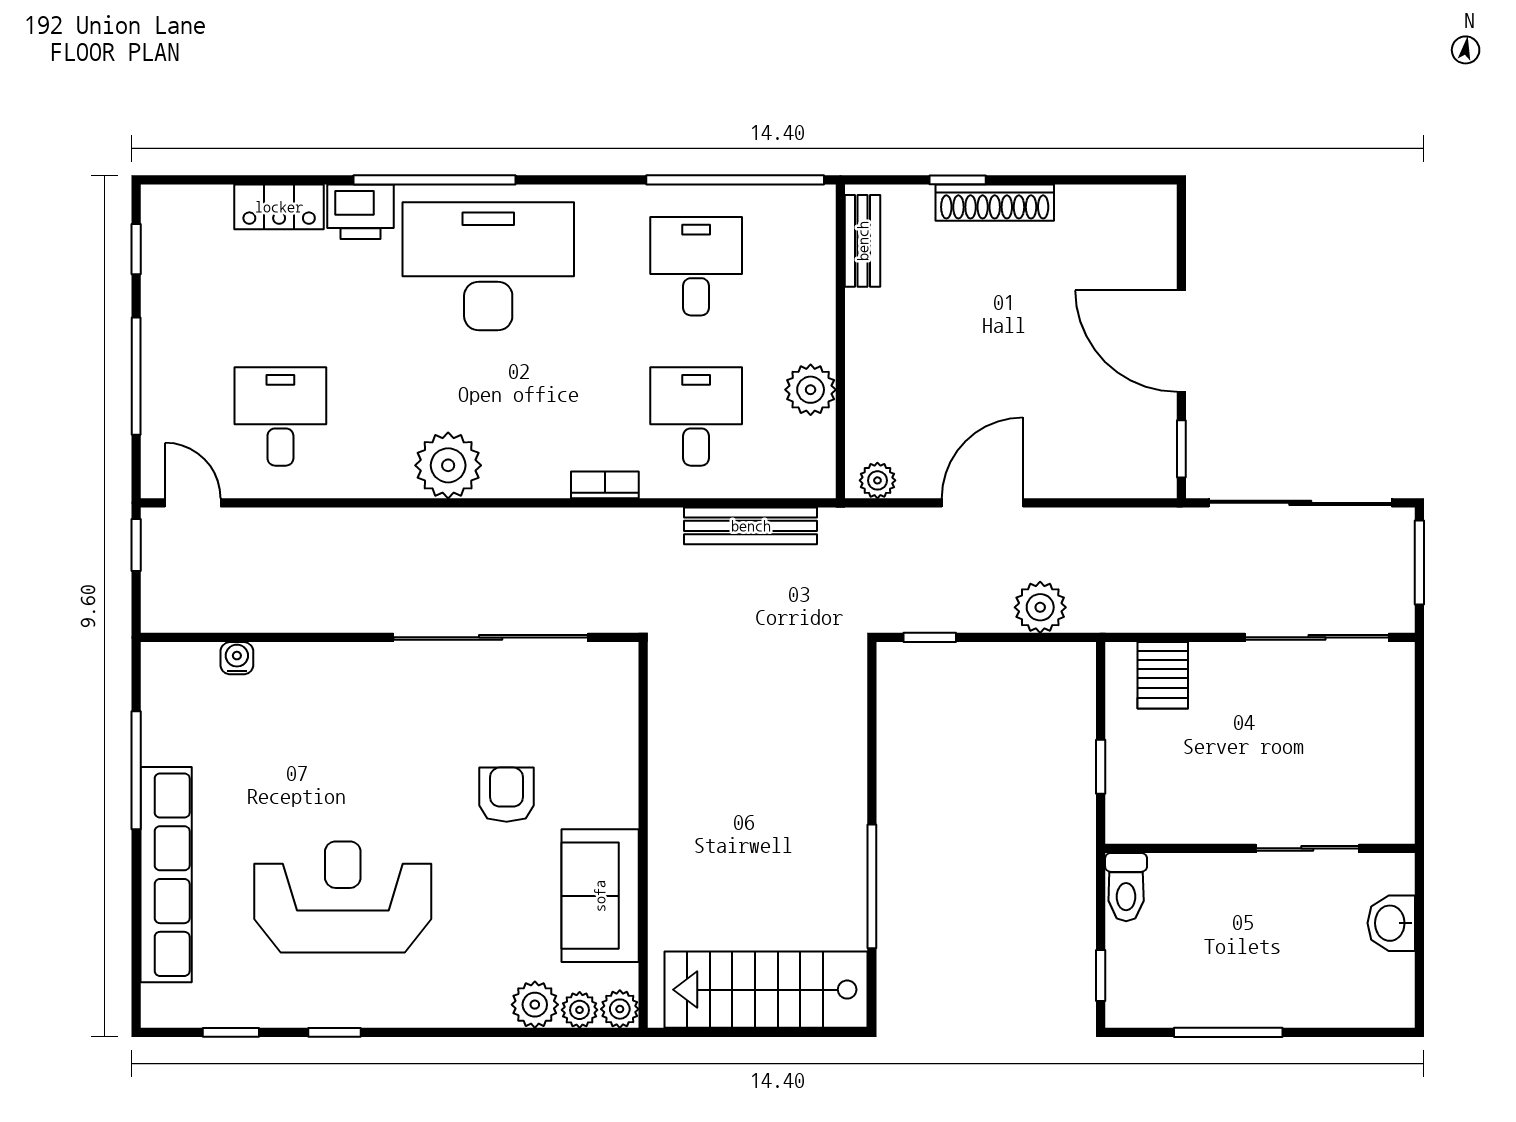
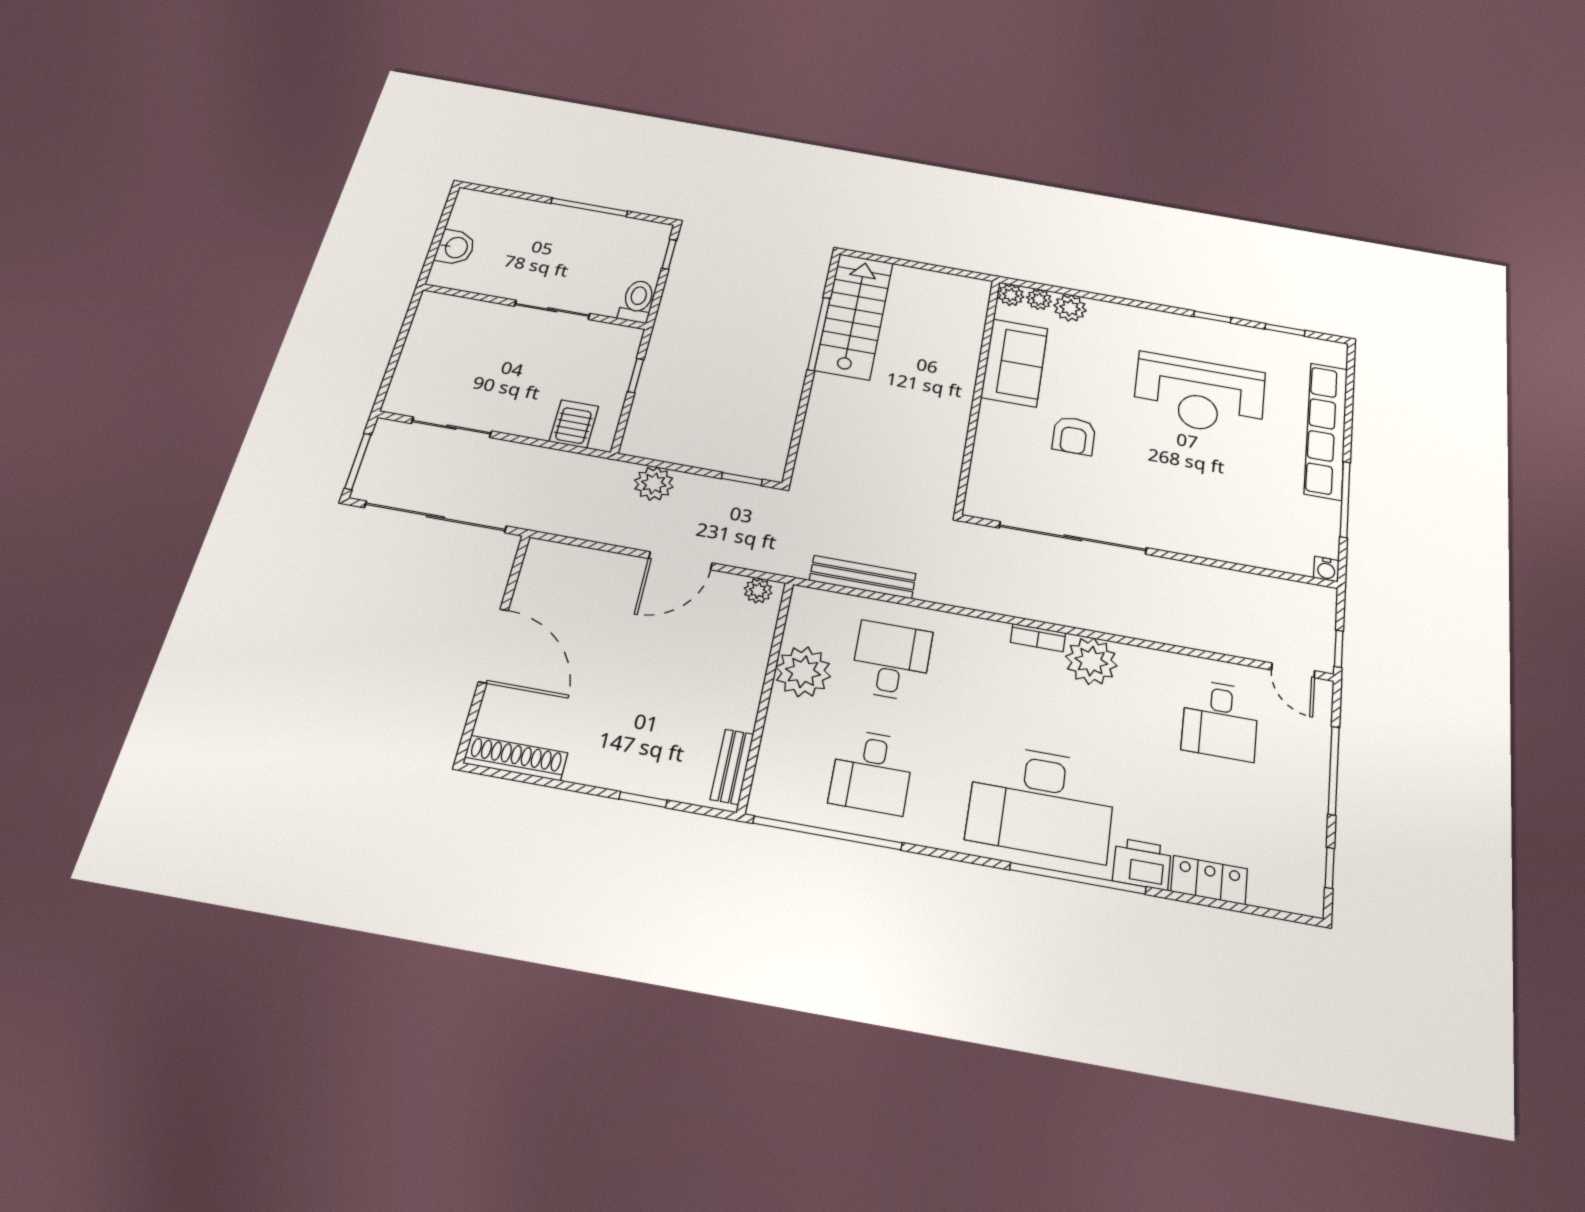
shoe rack: (995, 203) -> (515, 758), moved
plant: (811, 390) -> (803, 672), width x1.36, depth x1.36
desk: (696, 416) -> (891, 661), turned 180
window: (1181, 449) -> (516, 570), removed
bookcase: (605, 485) -> (1038, 638), moved
sliding door: (1317, 637) -> (452, 427), width x0.73
water cooler: (237, 658) -> (1326, 569), moved
sliding door: (1307, 848) -> (552, 310), moved
stairs: (766, 990) -> (854, 316), moved, turned -90

